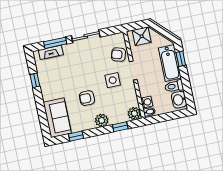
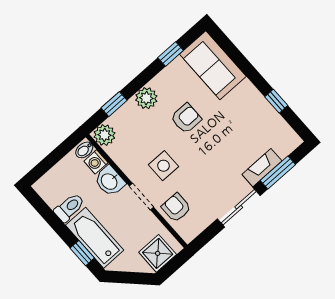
fireplace: (51, 52) -> (262, 168), moved
armchair: (118, 55) -> (176, 208), turned -107
washbasin: (179, 100) -> (110, 181), moved, turned 180

